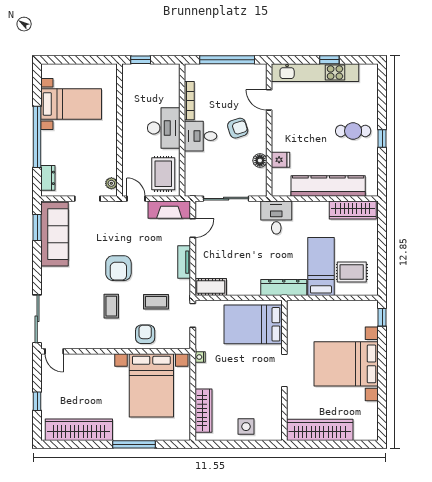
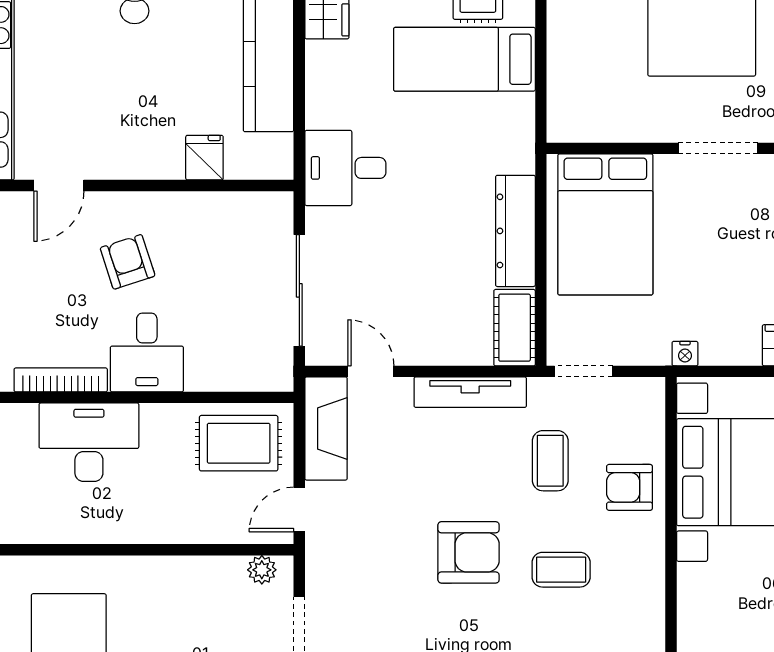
desk: (164, 128) -> (89, 442), moved
floor lamp: (260, 160) -> (206, 208), removed
tv unit: (184, 262) -> (470, 392), width x1.41
dresser: (284, 287) -> (515, 231), moved

